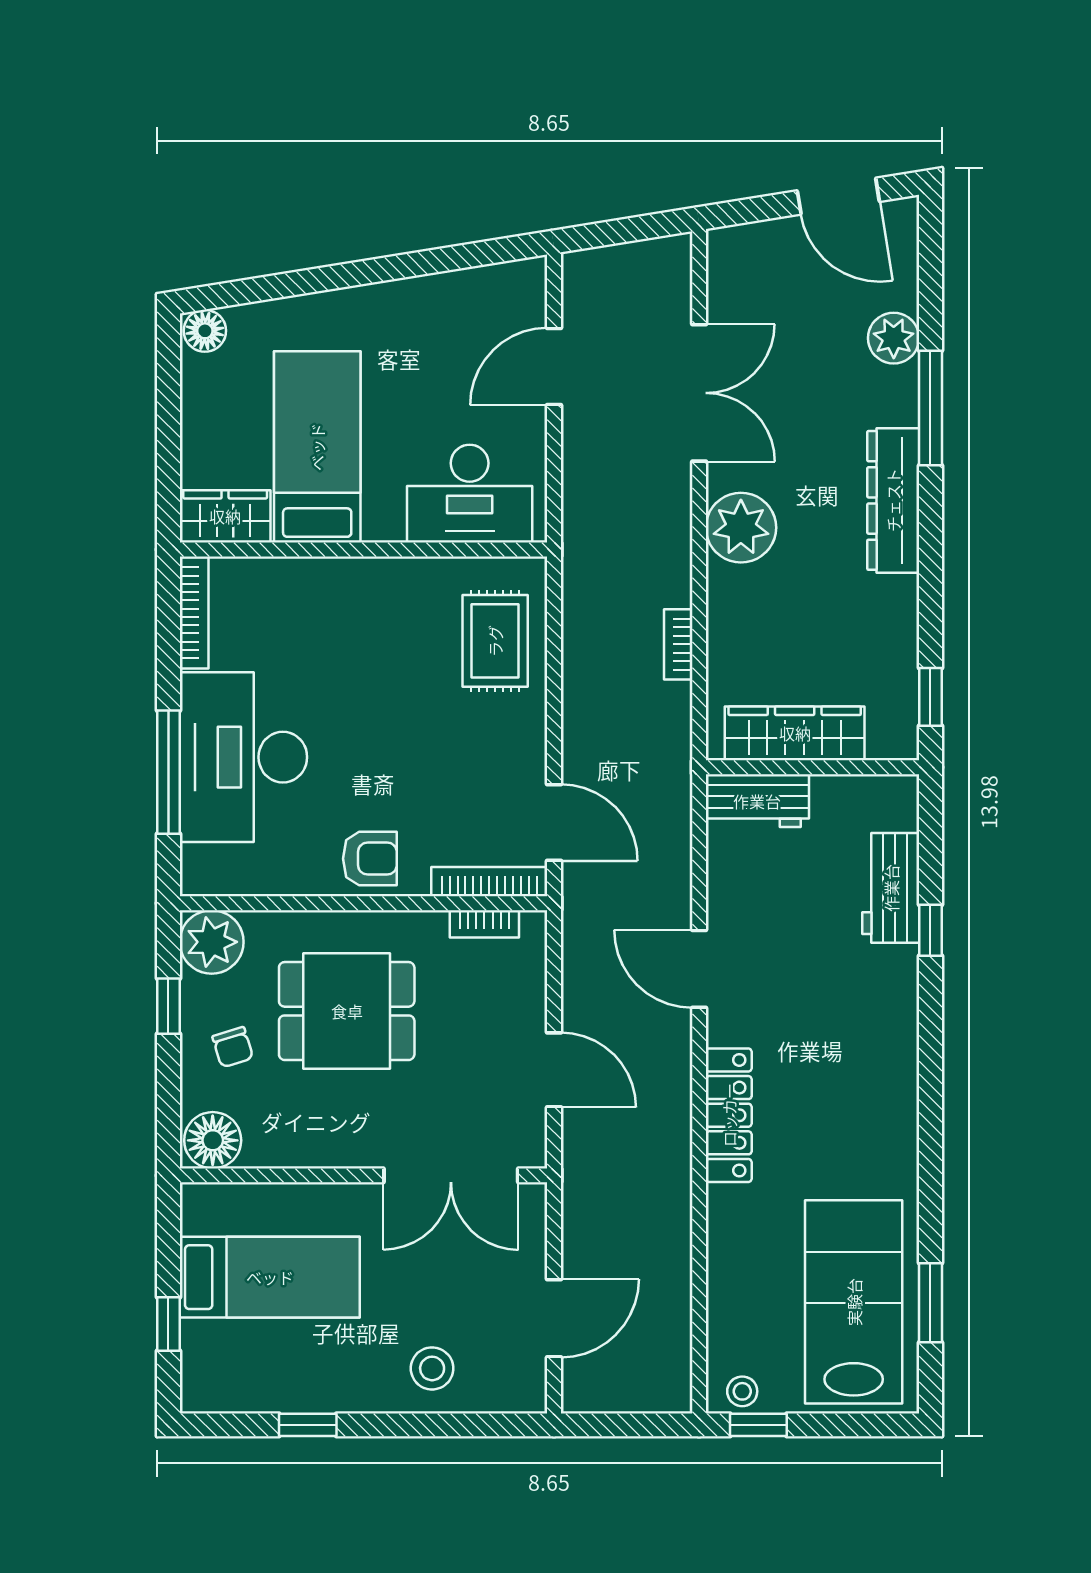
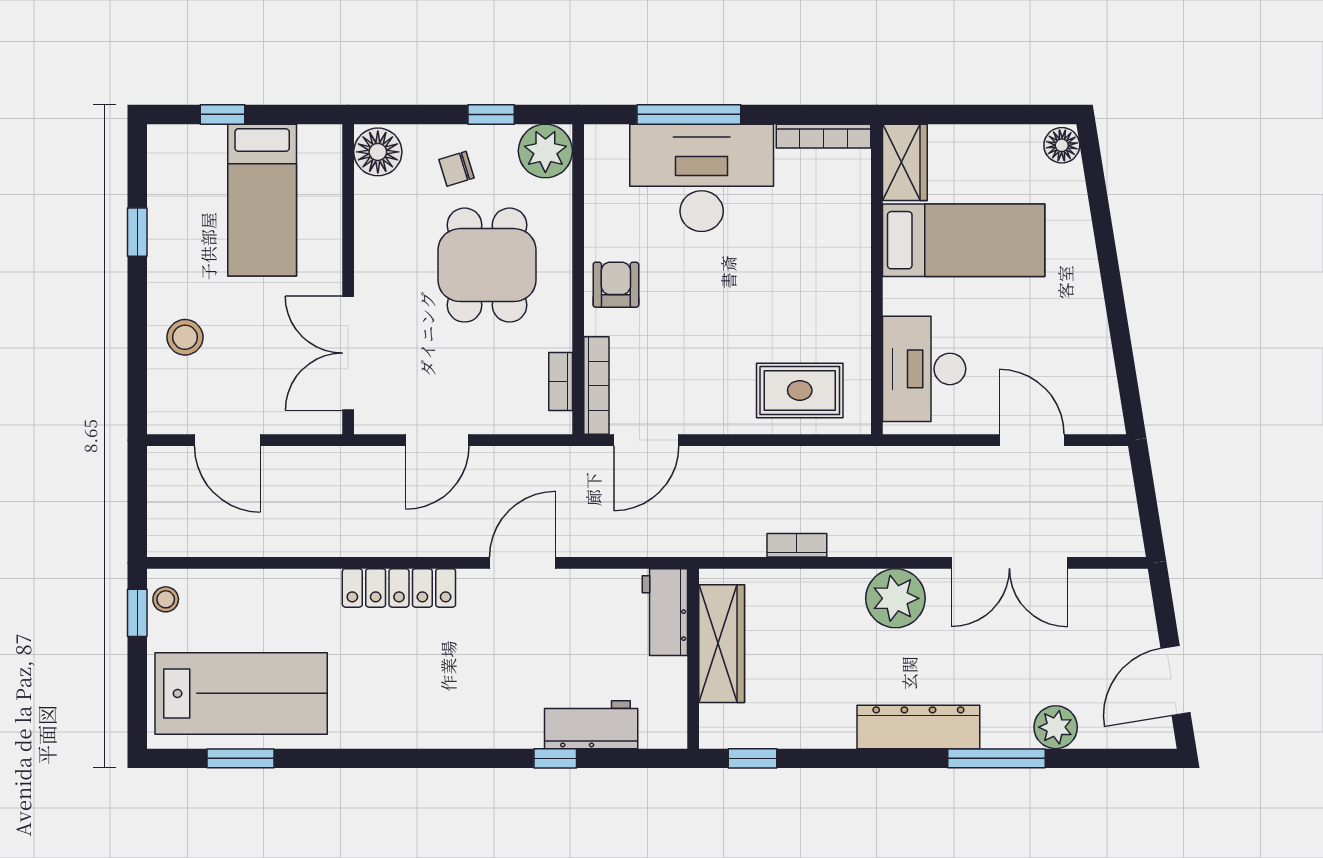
armchair: (370, 859) -> (616, 285), turned 180

